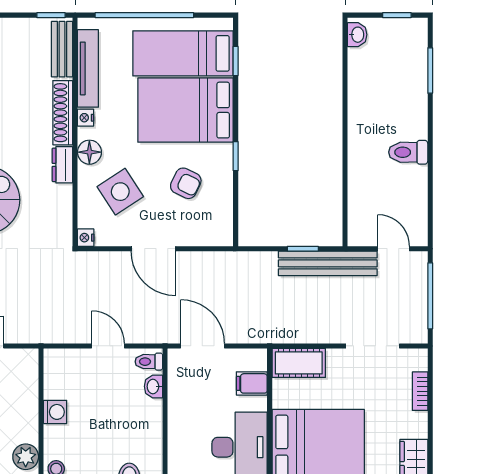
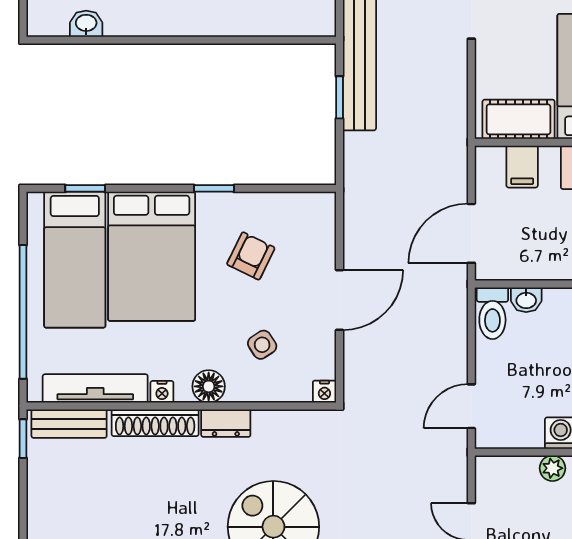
washbasin: (357, 35) -> (86, 24), moved
side table: (120, 192) -> (262, 345), width x0.54, depth x0.54
door: (108, 346) -> (471, 406), moved
toilet: (149, 362) -> (492, 313), width x1.37, depth x1.39
cot: (299, 363) -> (519, 119), moved, turned 90
plant: (29, 406) -> (552, 468), added

